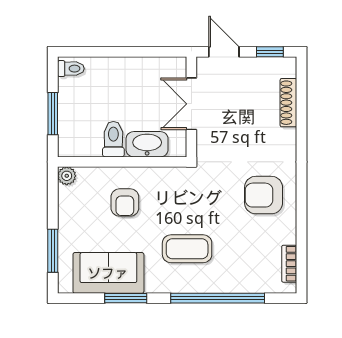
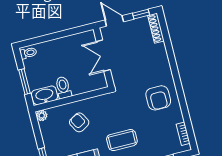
shoe rack: (288, 103) -> (156, 28), moved
washbasin: (147, 144) -> (45, 95), moved
armchair: (264, 195) -> (158, 98), turned -90
armchair: (125, 202) -> (79, 122), turned 150

